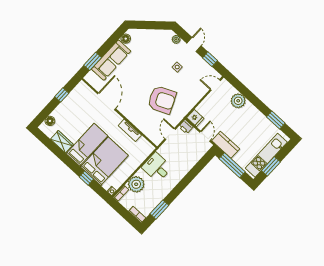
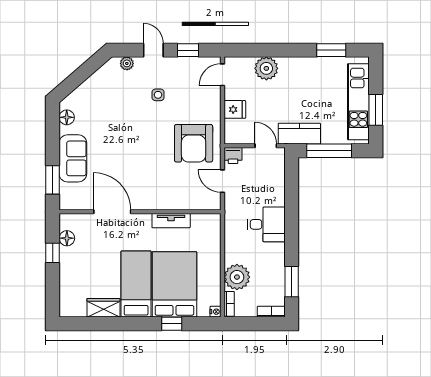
sofa: (111, 60) -> (73, 158), width x0.73
armchair: (162, 100) -> (194, 143), moved, turned 114
fridge: (195, 118) -> (235, 109), moved
floor lamp: (50, 121) -> (67, 238), moved
desk: (157, 167) -> (266, 224), moved, turned 180

